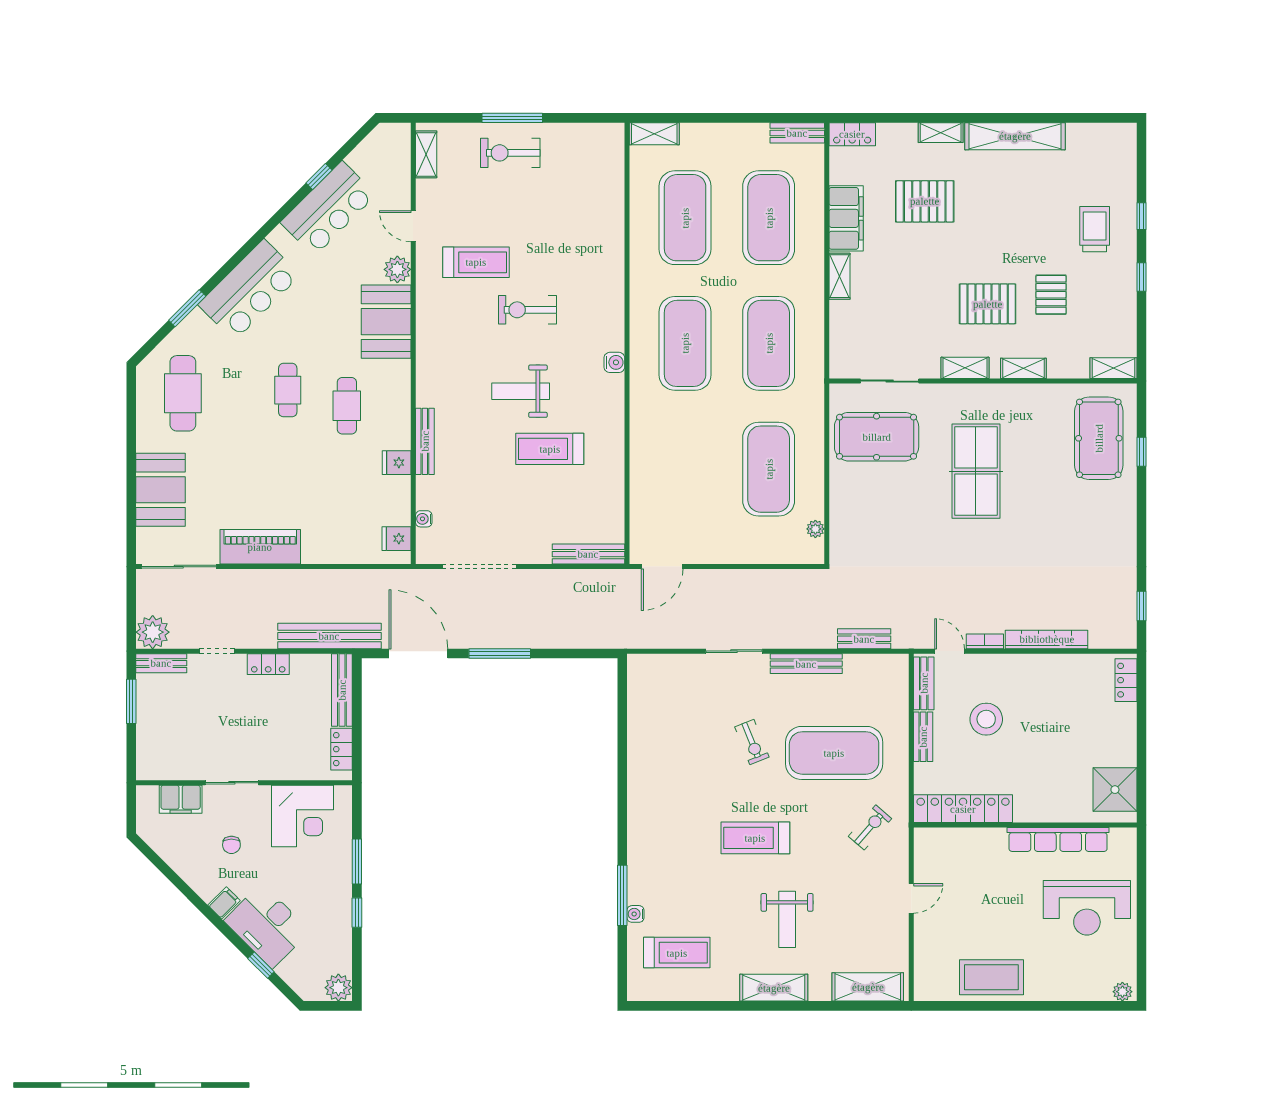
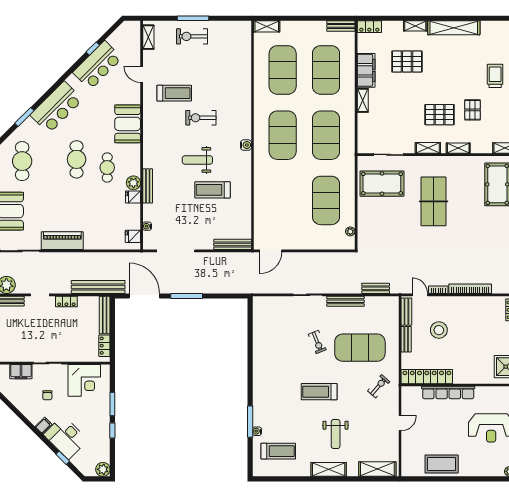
plant: (397, 269) -> (133, 183), moved
cafe table: (288, 390) -> (77, 159), width x1.37, depth x1.35
row of seats: (1058, 839) -> (448, 392), moved

